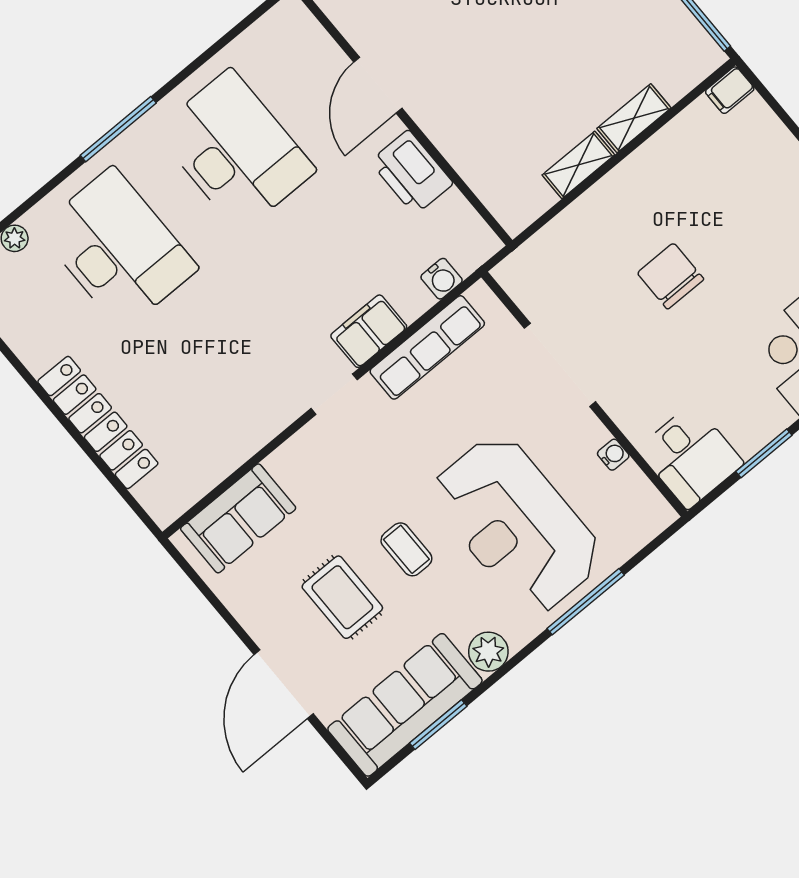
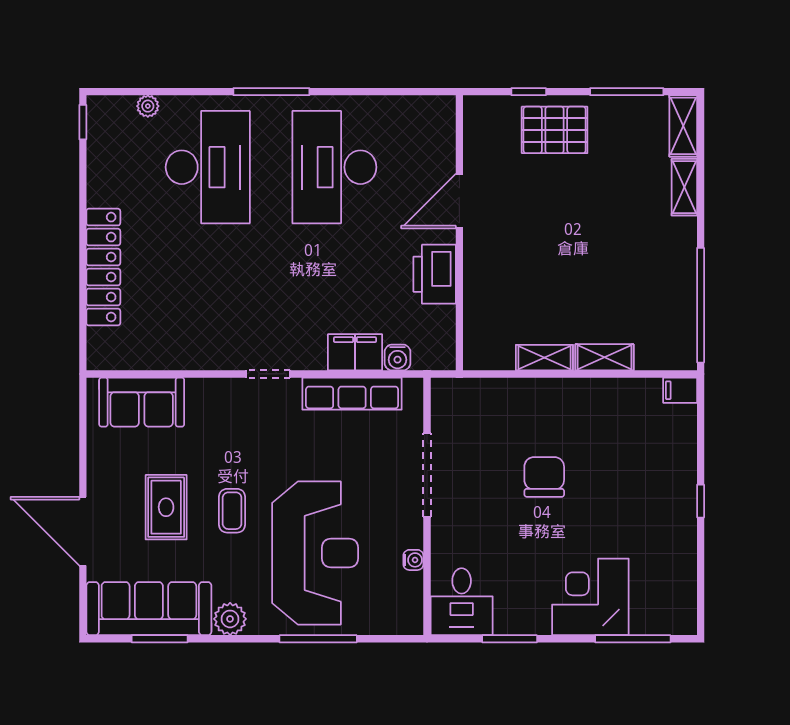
desk: (235, 151) -> (334, 167), turned 180
filing cabinet: (369, 331) -> (355, 352), moved
reception desk: (516, 524) -> (315, 553), turned 180
door: (284, 684) -> (83, 531), hinge flipped

